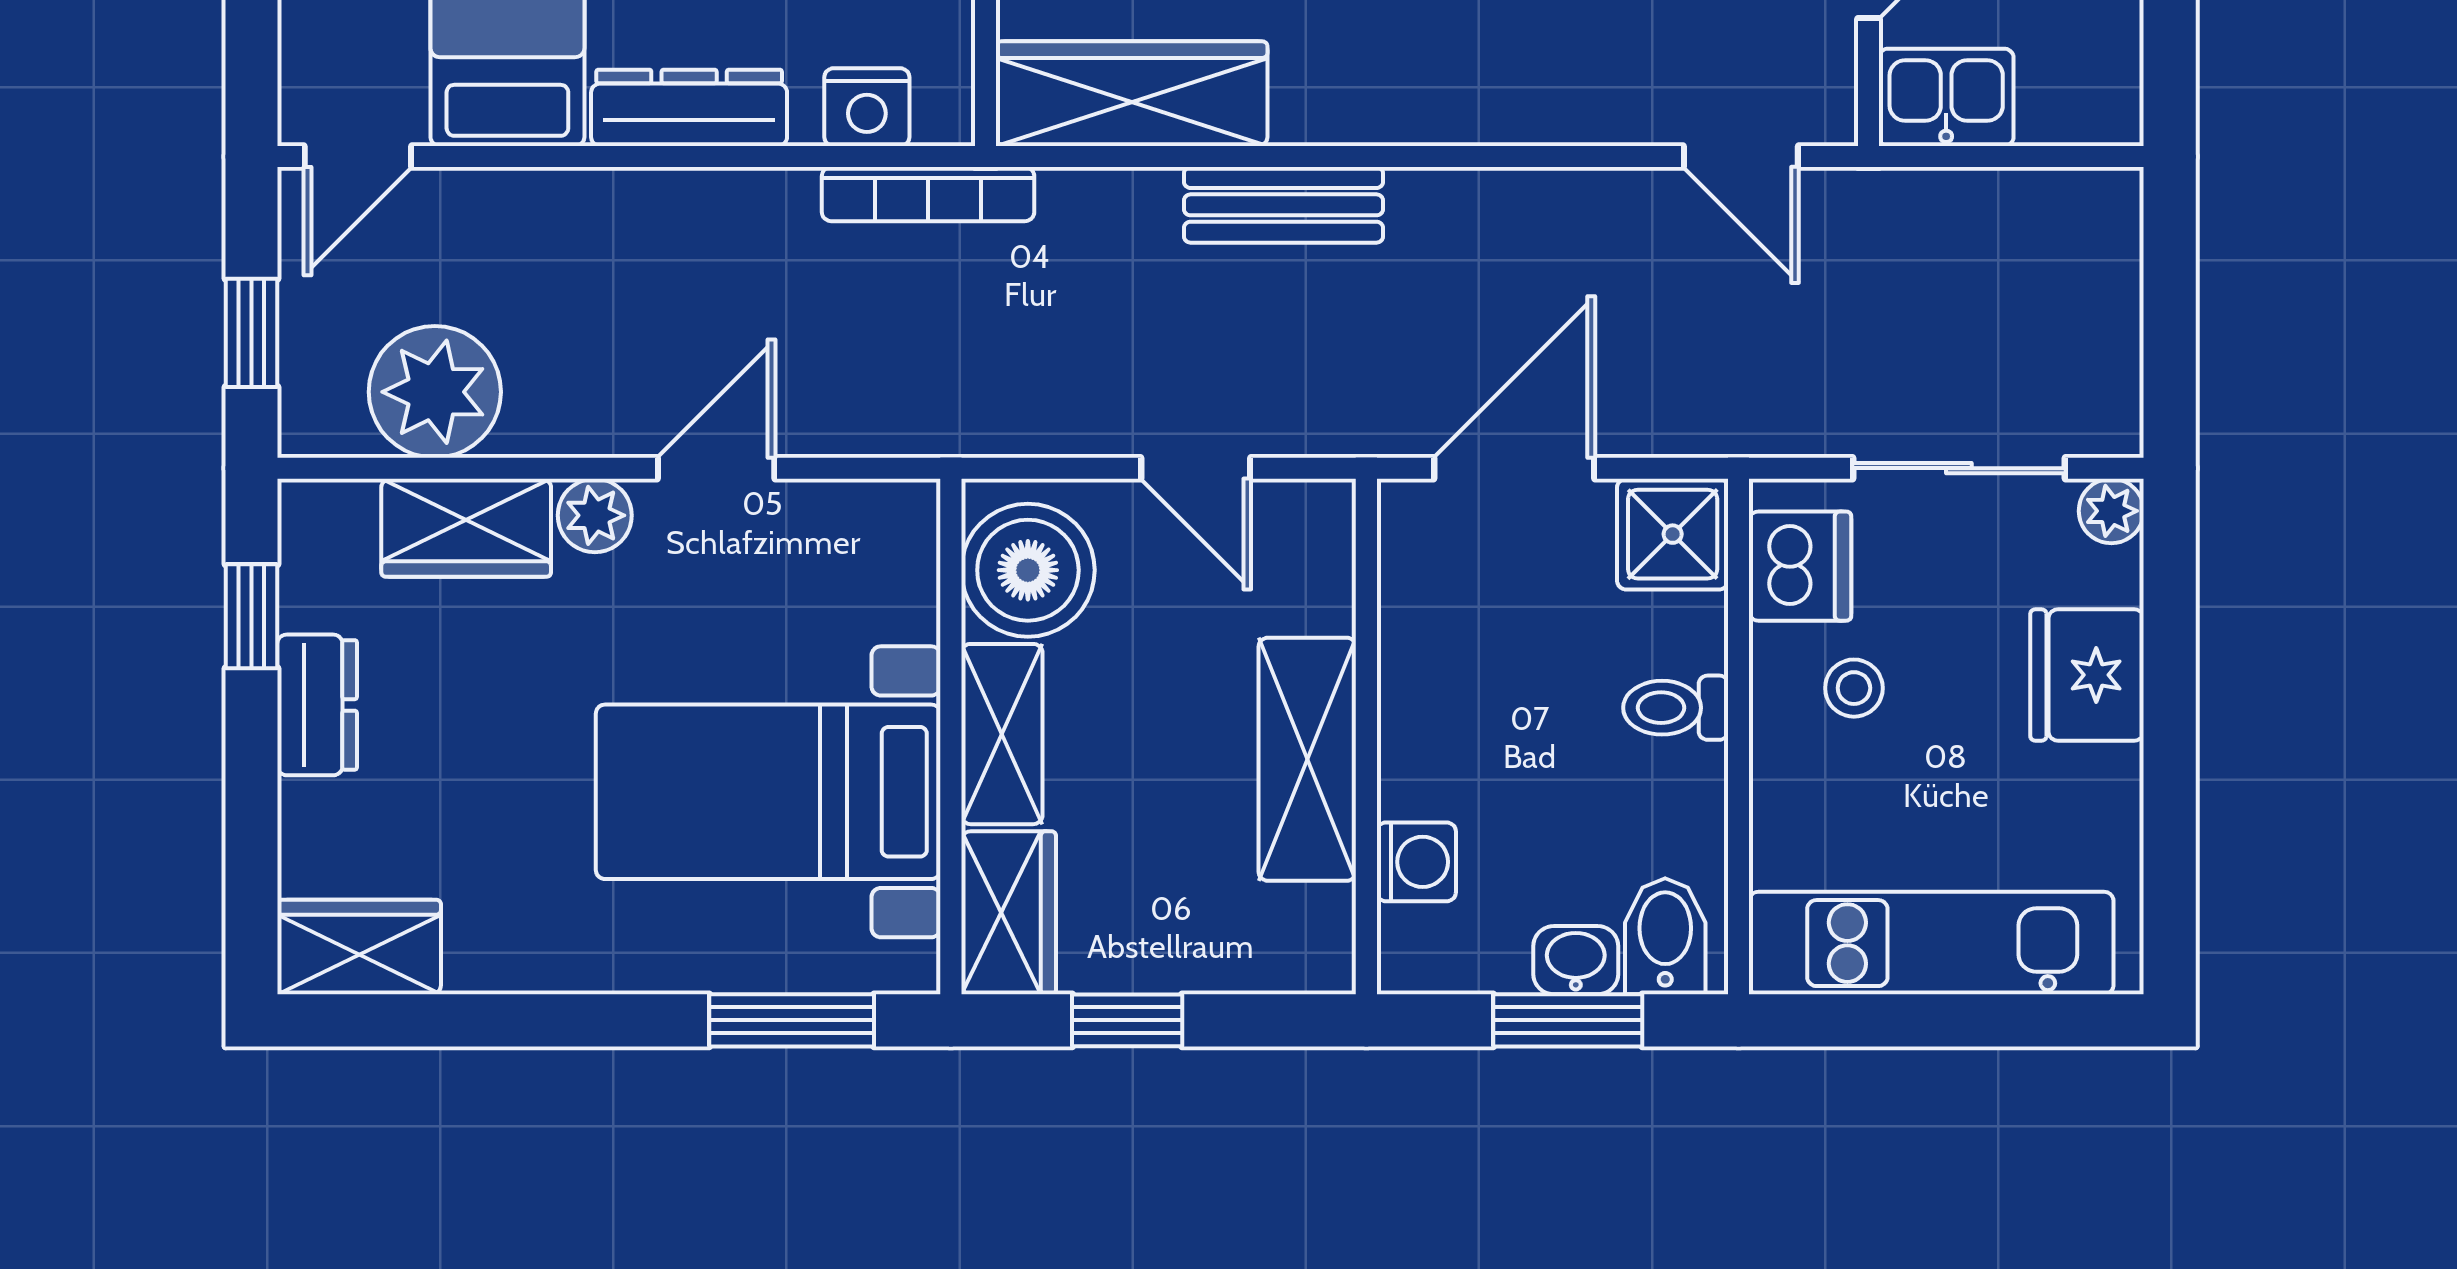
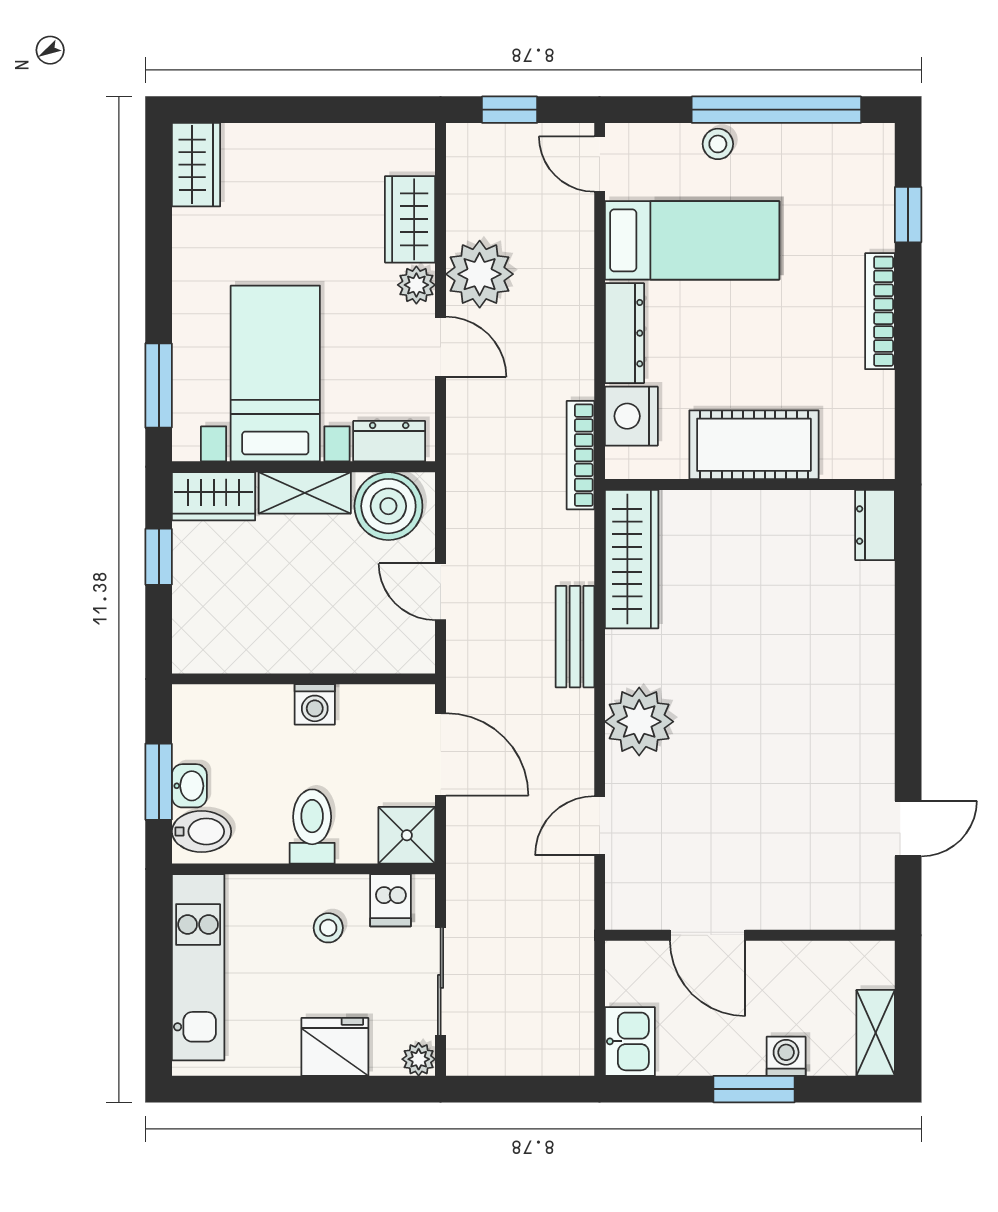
plant: (1450, 79) -> (639, 722), added
kitchen sink: (1946, 97) -> (630, 1041), moved
nightstand: (867, 107) -> (631, 416), width x1.36, depth x1.33
door: (1741, 157) -> (600, 826), moved
plant: (435, 392) -> (480, 274), moved
door: (1196, 468) -> (441, 592), hinge flipped
dishwasher: (1800, 566) -> (390, 900), width x0.73
window: (251, 616) -> (365, 110), removed
dresser: (317, 705) -> (389, 441), moved, turned 180
toilet: (1676, 708) -> (312, 827), width x1.37, depth x1.39
shelving: (1307, 759) -> (292, 649), removed
washing machine: (1416, 862) -> (315, 704), moved

